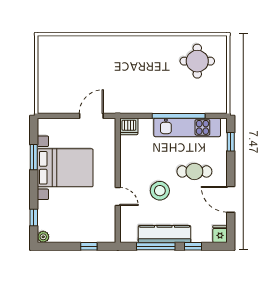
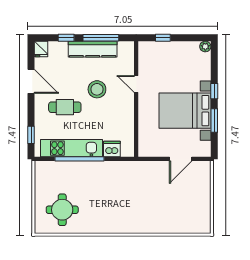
door: (91, 116) -> (181, 159), moved
dishwasher: (129, 126) -> (112, 149), moved
window: (34, 218) -> (214, 91), moved

